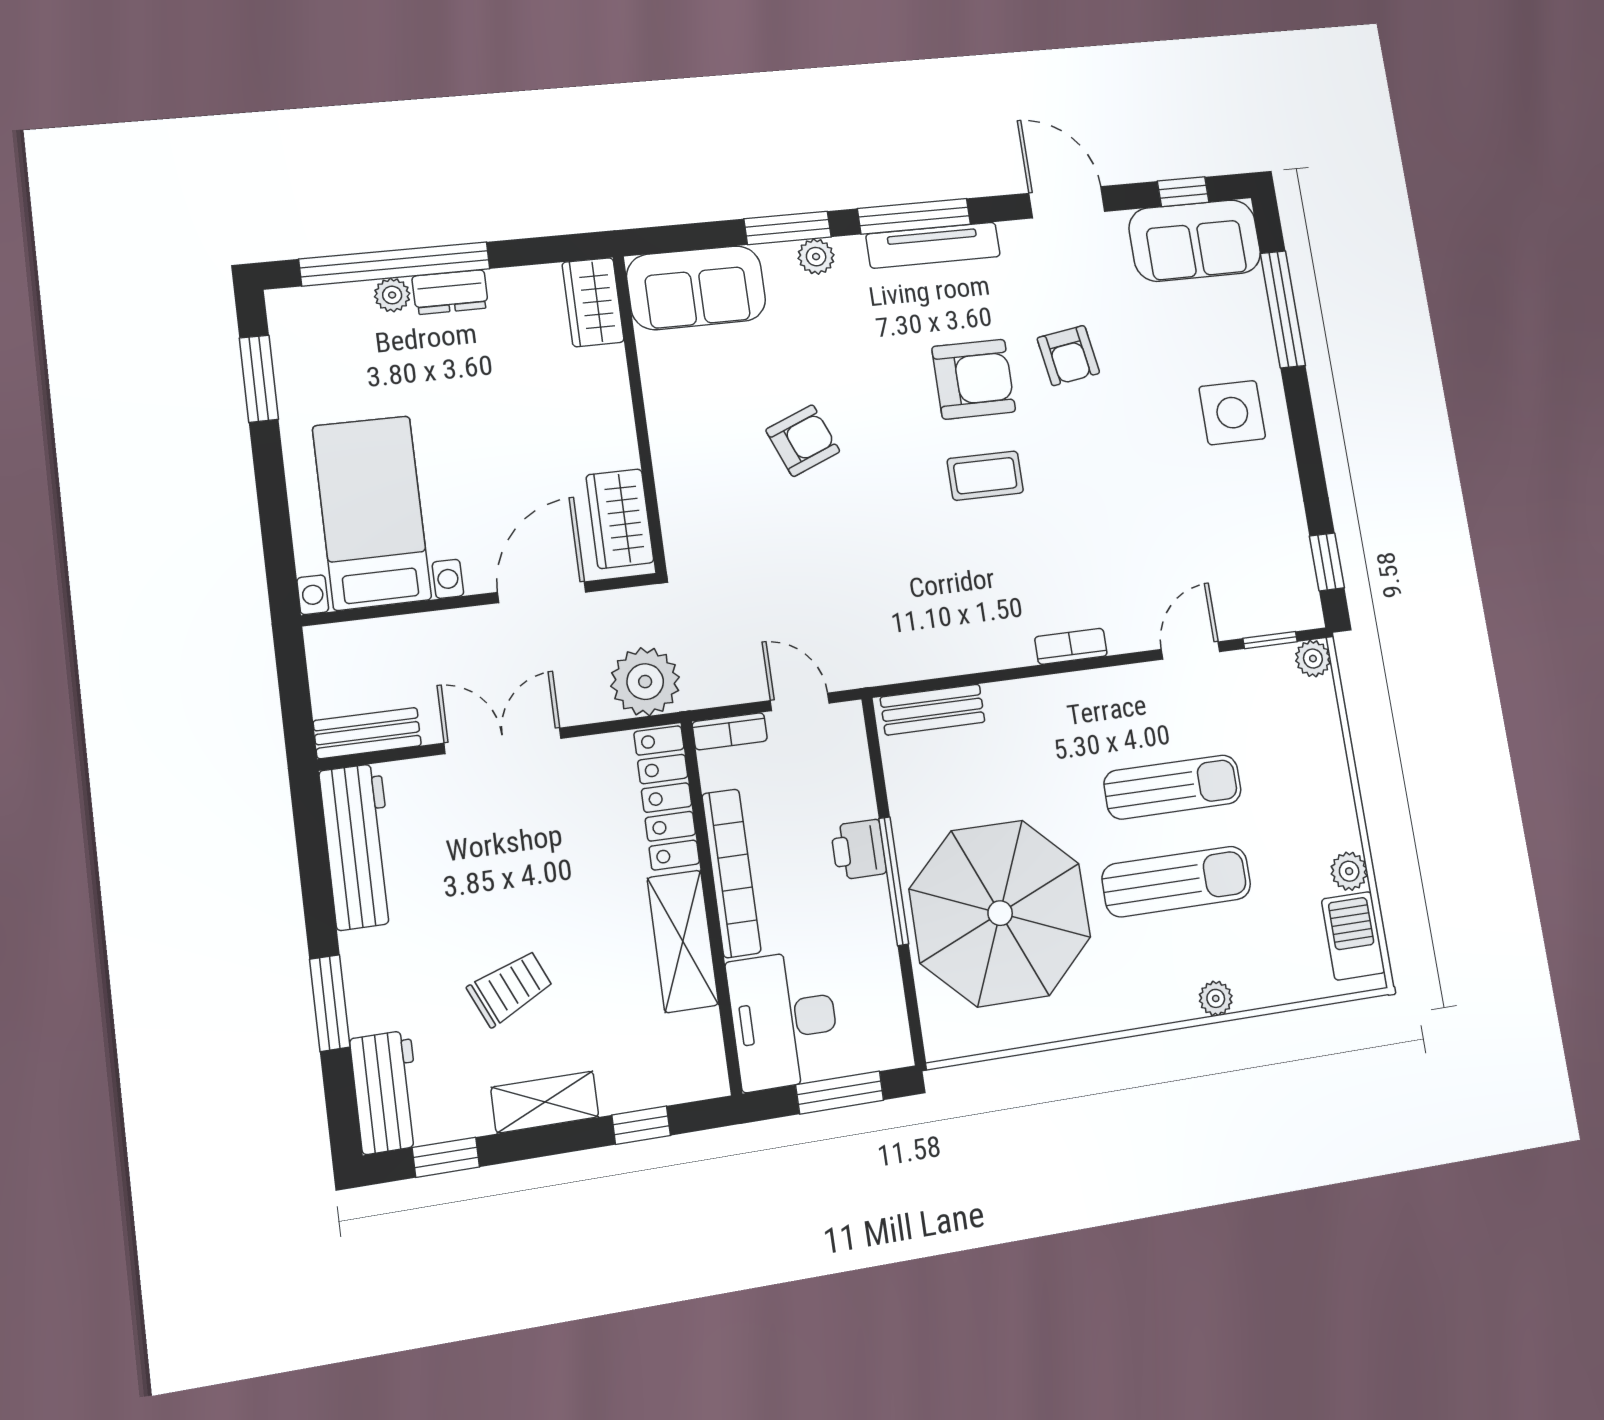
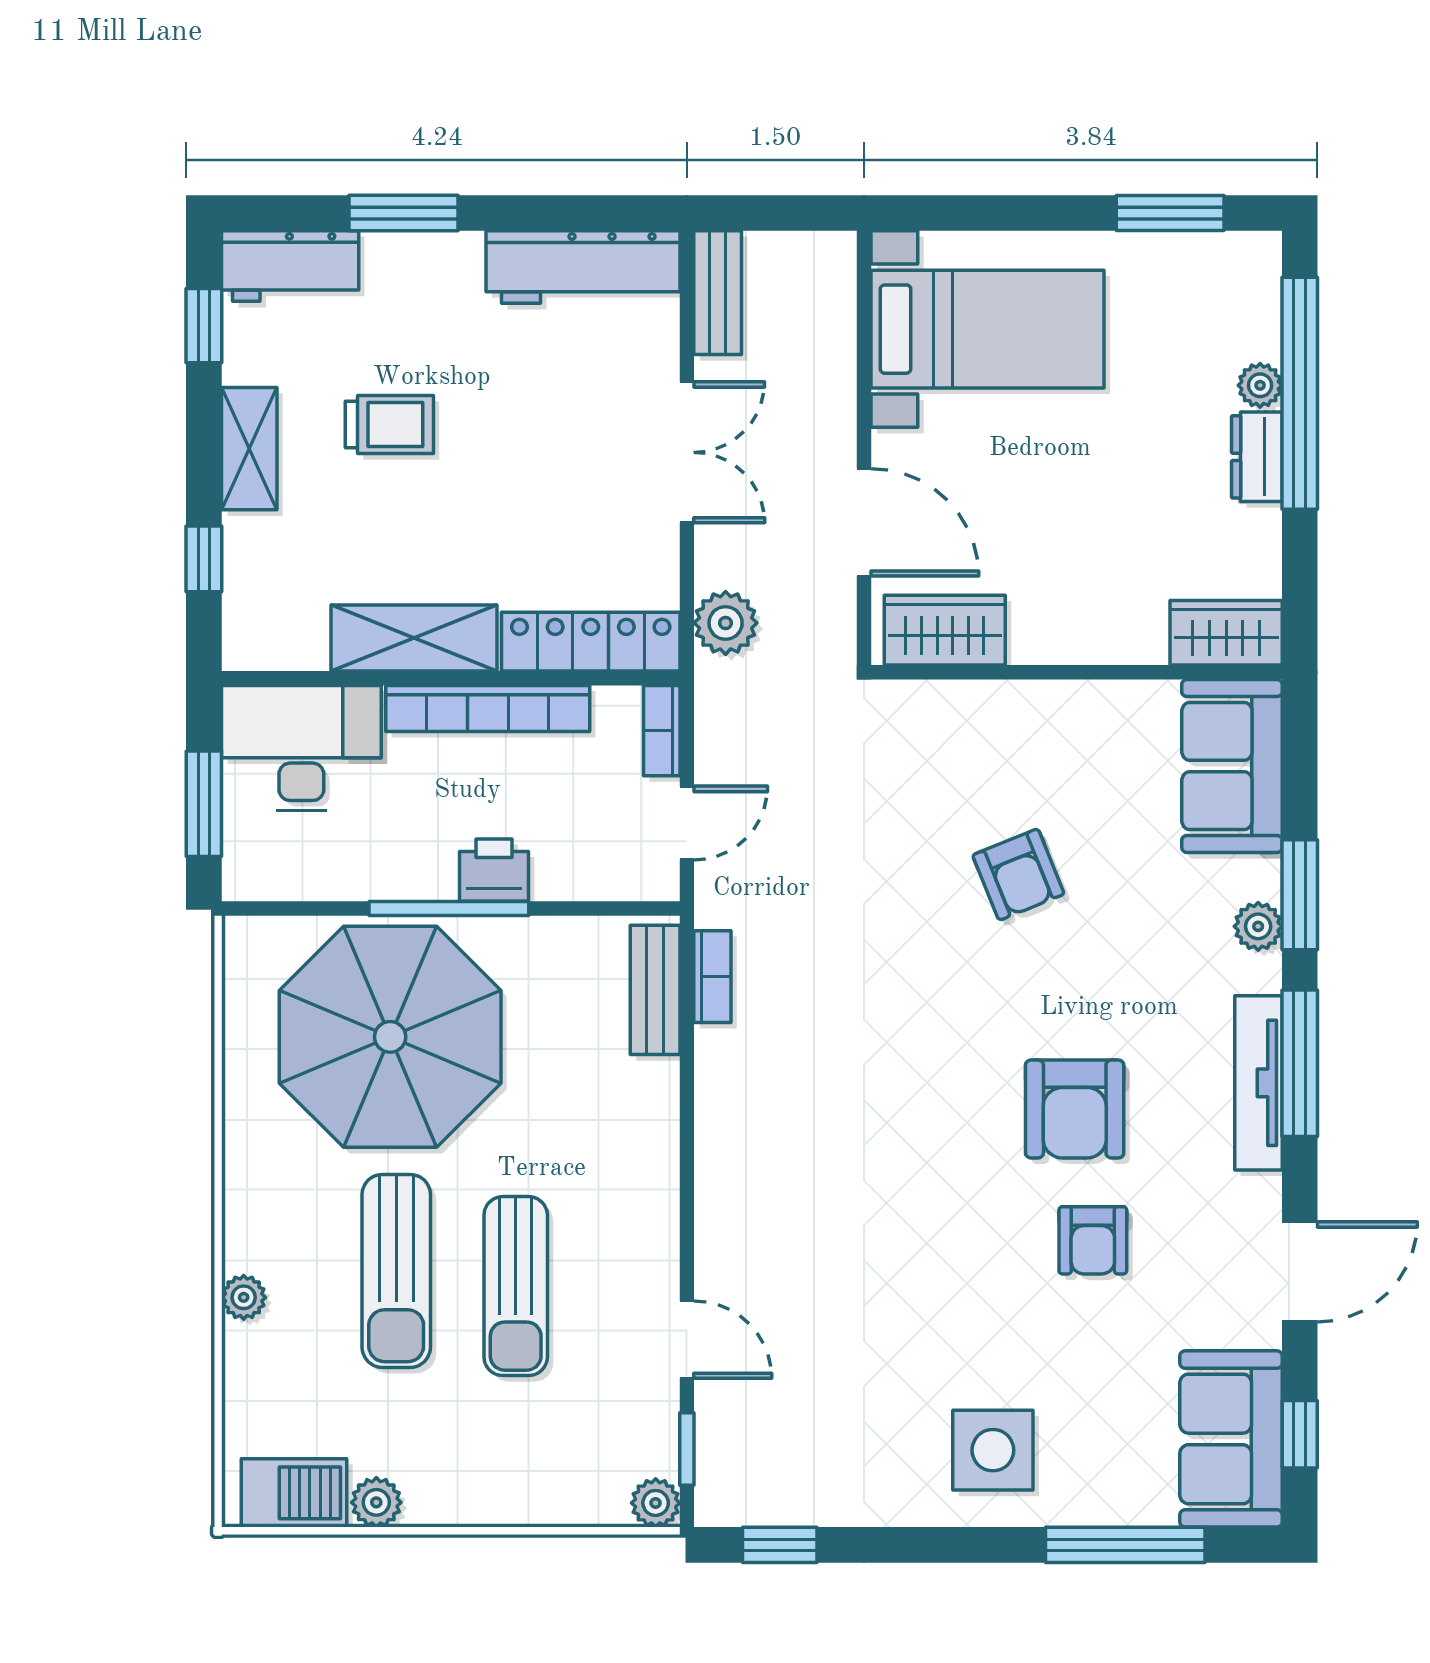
armchair: (1068, 356) -> (1093, 1240), turned -81
coffee table: (985, 476) -> (946, 1105), removed
bookcase: (1071, 646) -> (712, 977), moved
plant: (645, 682) -> (726, 623), width x0.73, depth x0.73
trolley: (510, 988) -> (389, 425), turned -66

